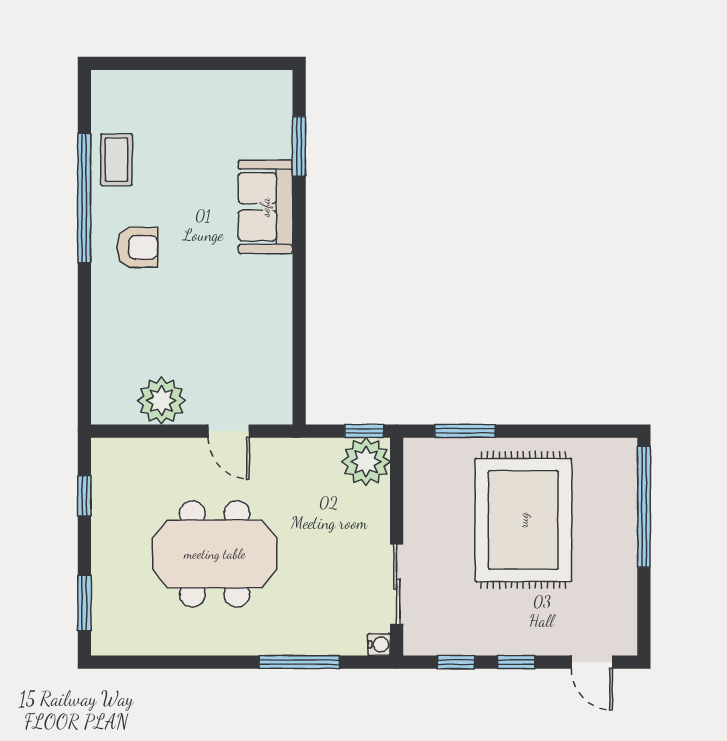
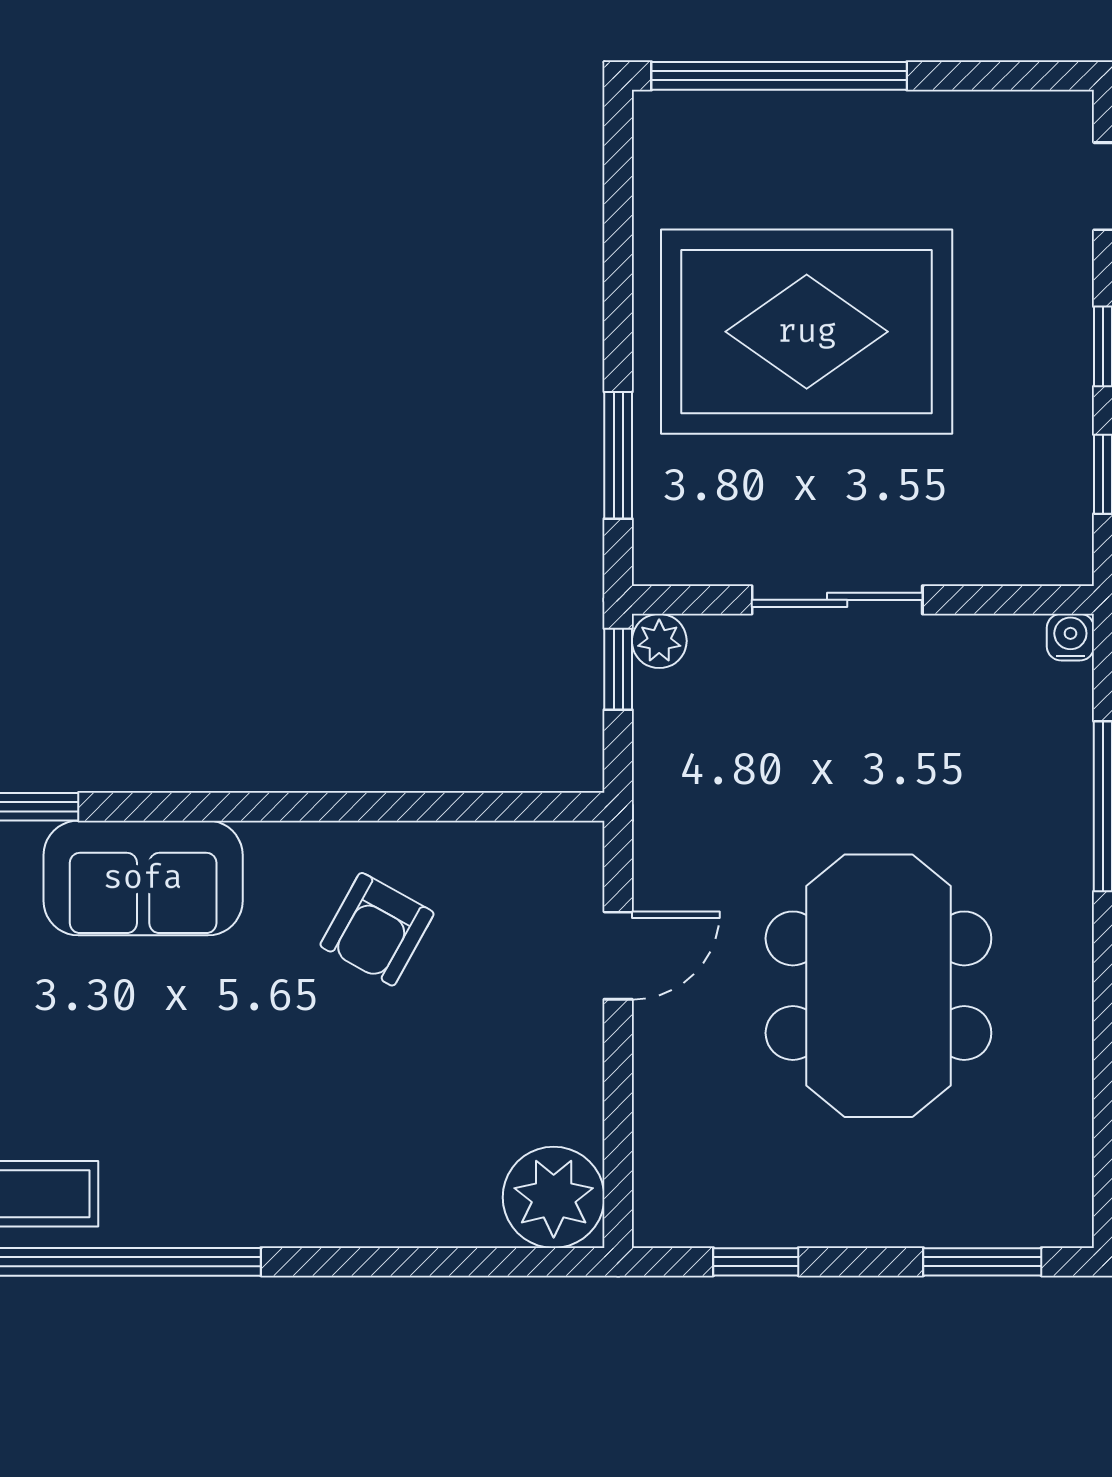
armchair: (137, 247) -> (377, 929), moved, turned -151
plant: (161, 401) -> (554, 1197), moved
plant: (366, 462) -> (659, 641), width x0.53, depth x0.53
sliding door: (397, 584) -> (837, 600), moved

